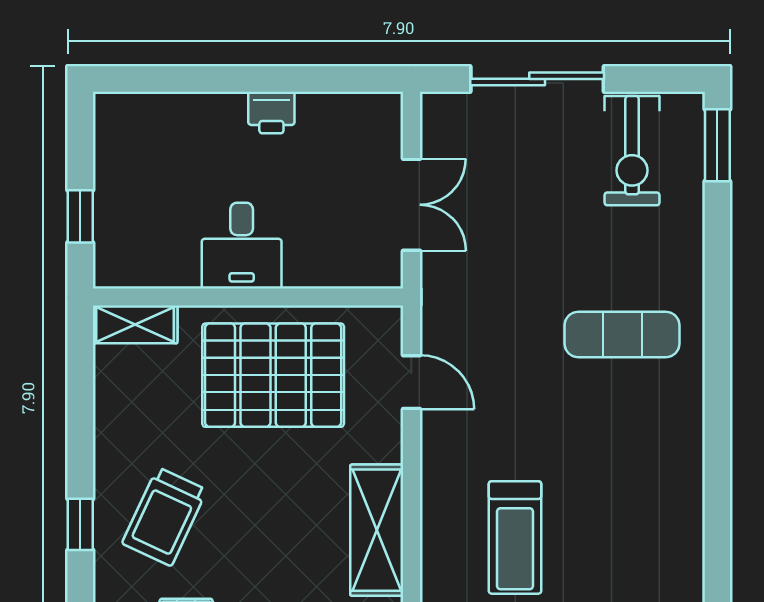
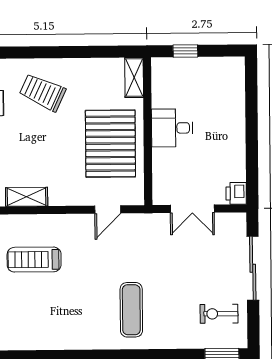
printer: (271, 112) -> (236, 193), moved
exercise bike: (632, 151) -> (219, 314), width x0.73, depth x0.72
window: (80, 524) -> (38, 52), removed
shelving: (377, 530) -> (27, 197), width x0.67, depth x0.75

